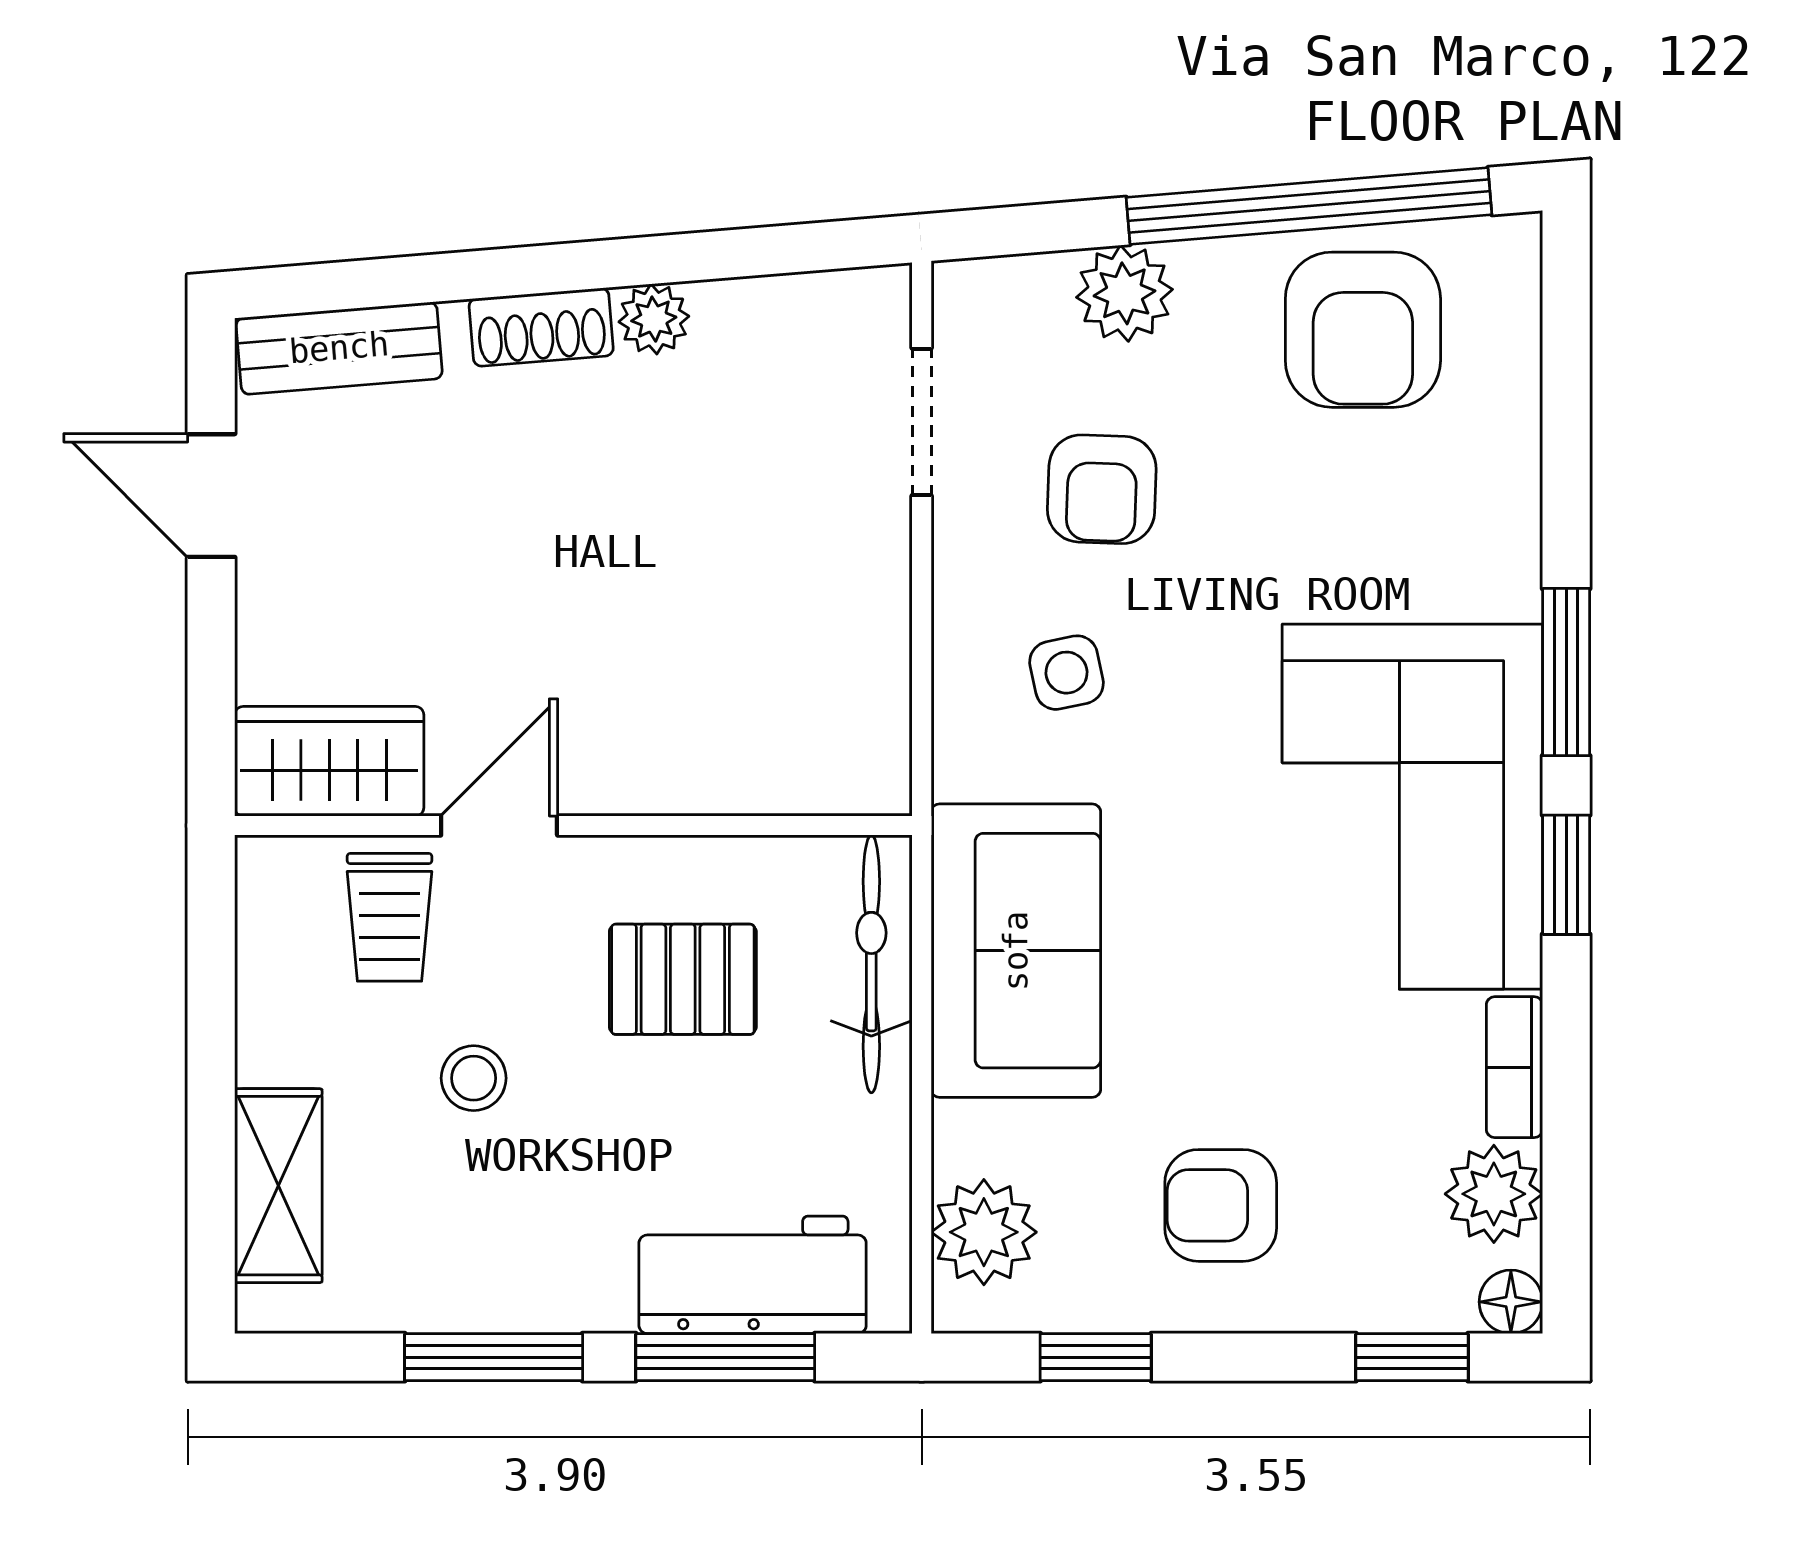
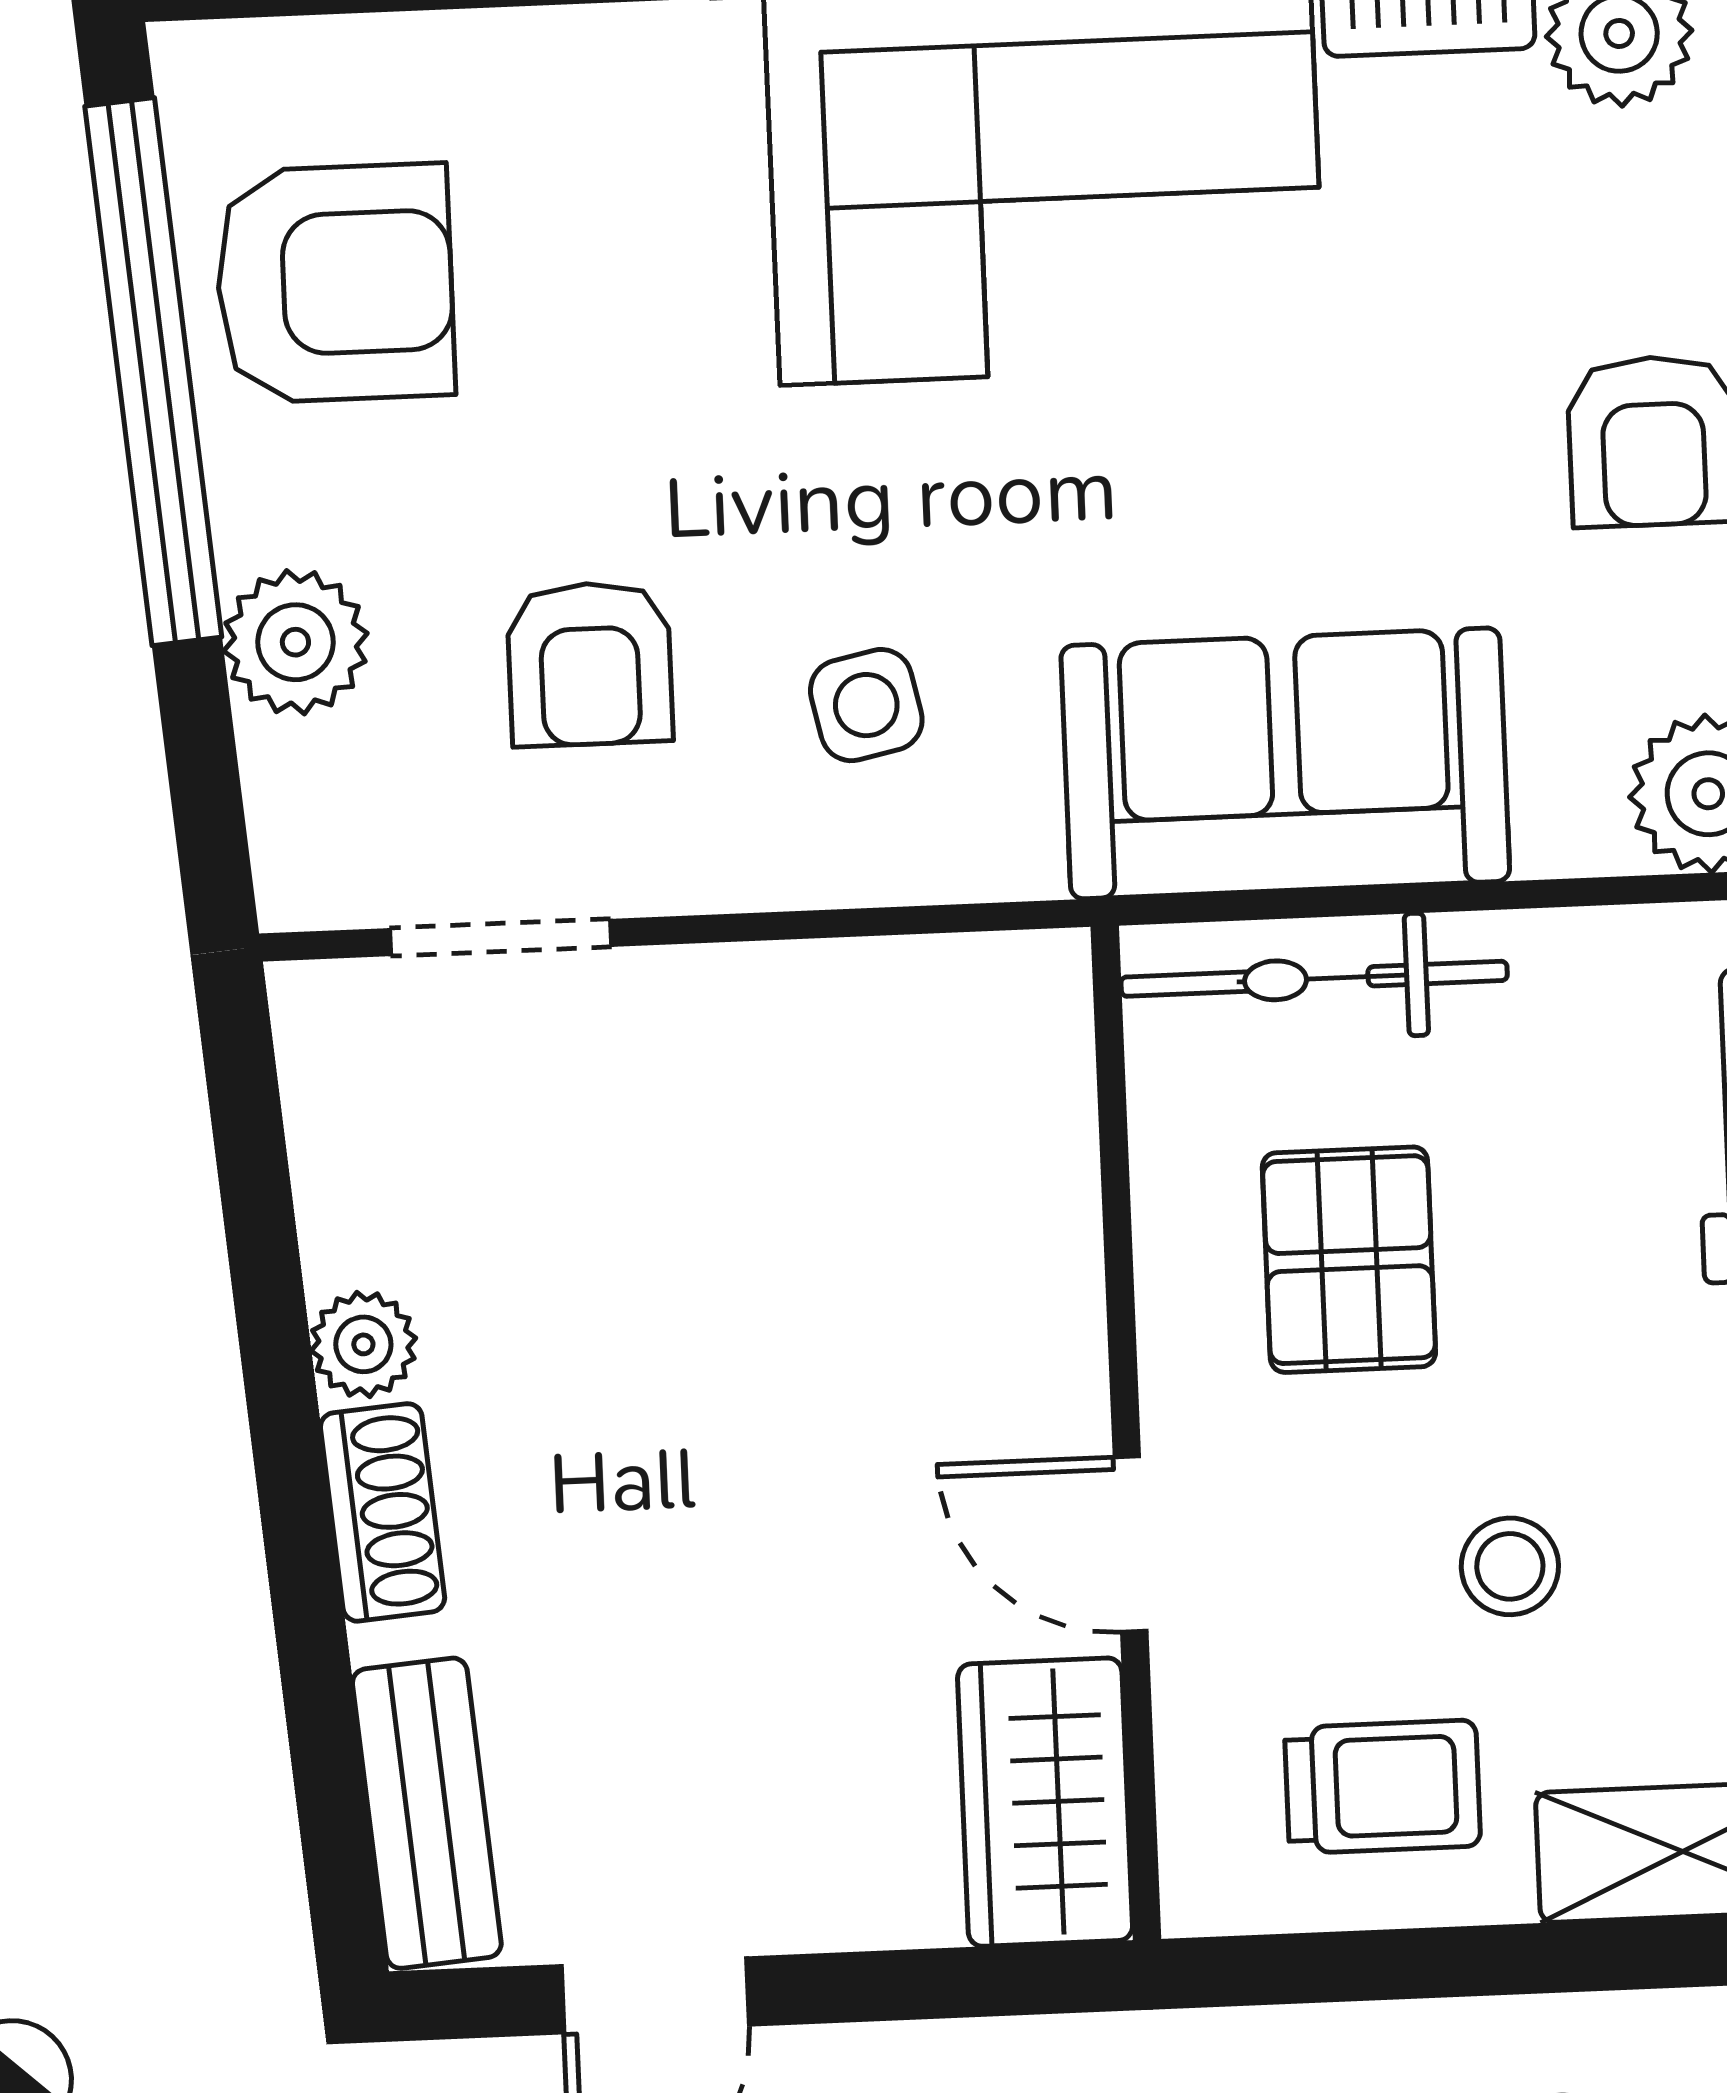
armchair: (1102, 489) -> (590, 664), turned 88
trolley: (390, 917) -> (1383, 1787), moved

